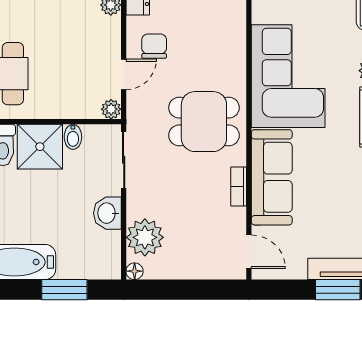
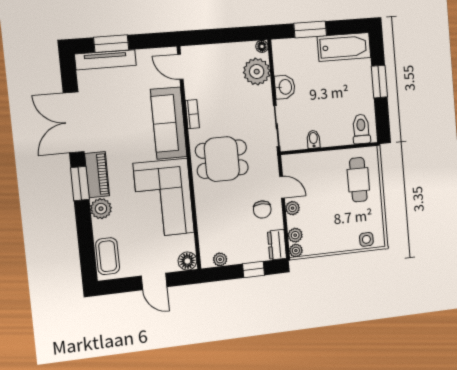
door: (124, 74) -> (282, 187), swing flipped
plant: (111, 109) -> (293, 208), moved
shower: (40, 147) -> (336, 130), removed

